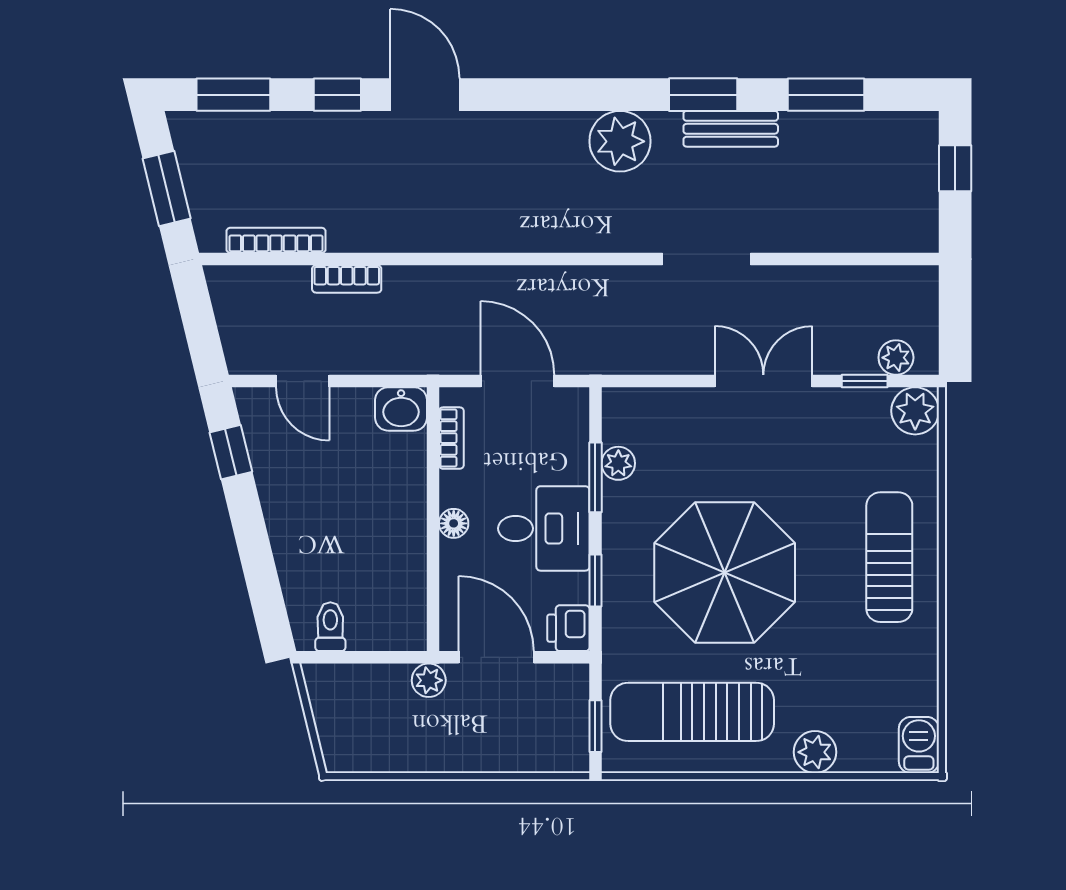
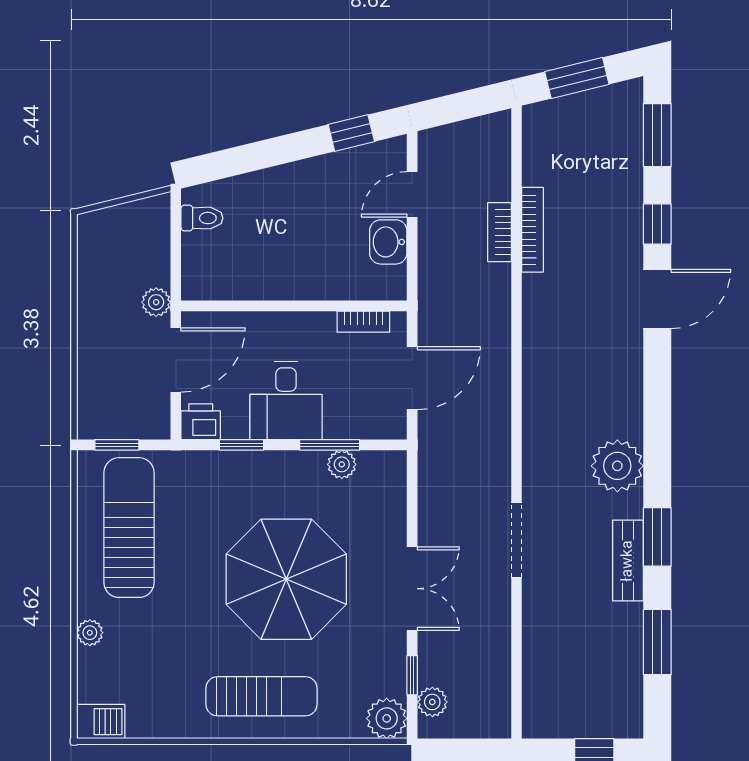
bookcase: (276, 240) -> (533, 230), moved
washbasin: (401, 409) -> (388, 242), moved
floor lamp: (454, 523) -> (290, 324), removed
parasol: (725, 573) -> (286, 579), moved
plant: (815, 752) -> (90, 633), width x0.73, depth x0.73

